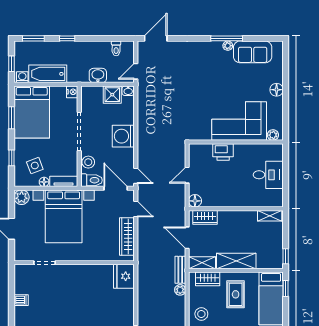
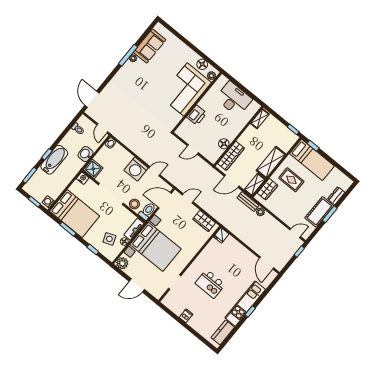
bathtub: (48, 74) -> (54, 160), moved, turned 180
floor lamp: (277, 90) -> (202, 64), moved
shower: (112, 95) -> (93, 169), moved
door: (187, 175) -> (193, 149), hinge flipped
desk: (268, 175) -> (234, 99), width x1.37
door: (136, 176) -> (155, 171), moved
floor lamp: (195, 201) -> (224, 144), moved
wardrobe: (205, 217) -> (231, 156), width x1.50
wardrobe: (127, 237) -> (204, 221), width x0.67
fridge: (124, 276) -> (221, 235), width x0.53, depth x0.75
kitchen island: (71, 298) -> (210, 284), added
stool: (201, 314) -> (286, 211), removed

